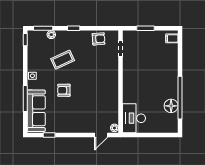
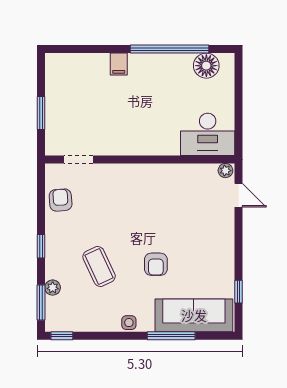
filing cabinet: (172, 38) -> (119, 64), moved
floor lamp: (171, 106) -> (206, 66), moved

